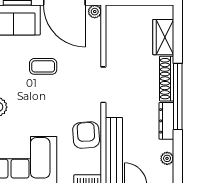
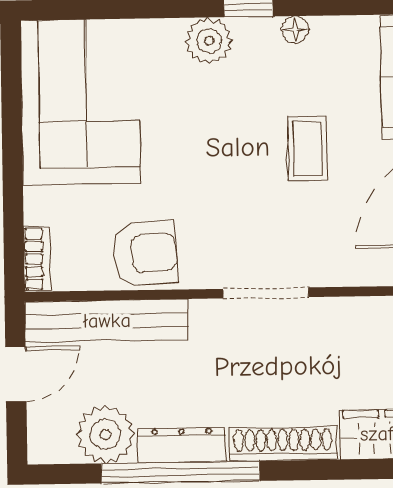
window: (178, 97) -> (181, 472), moved
plant: (167, 158) -> (105, 434), width x1.88, depth x1.88

